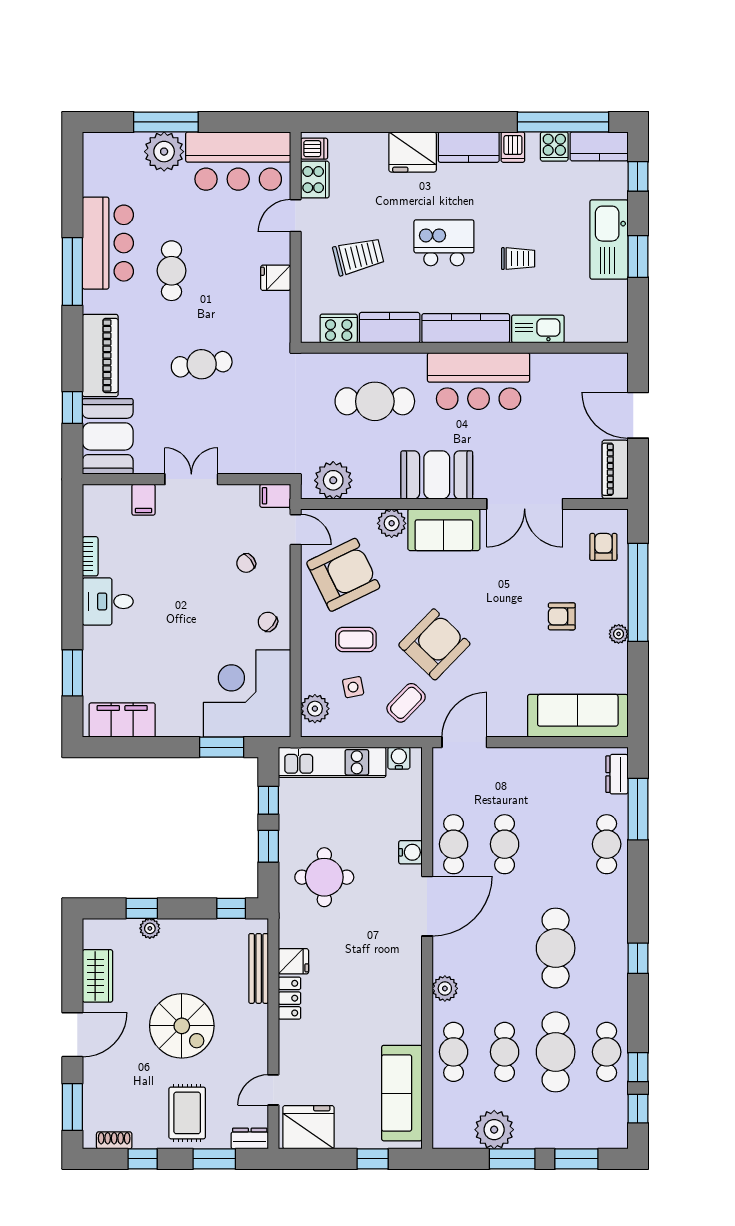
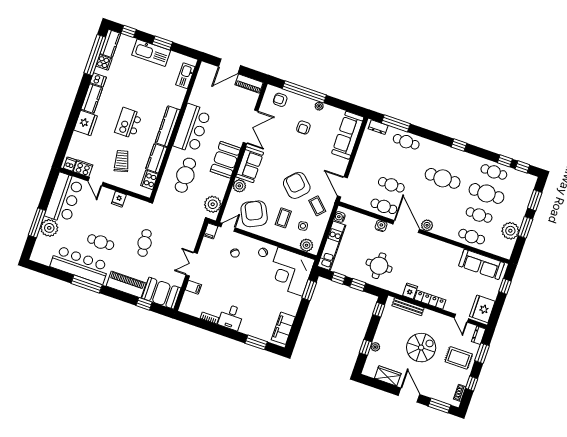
bar counter: (108, 243) -> (80, 265), width x1.36
trolley: (518, 259) -> (146, 94), removed
kitchen sink: (538, 329) -> (185, 76), moved
plant: (445, 988) -> (427, 225), moved
locker: (290, 998) -> (430, 300), width x1.53

